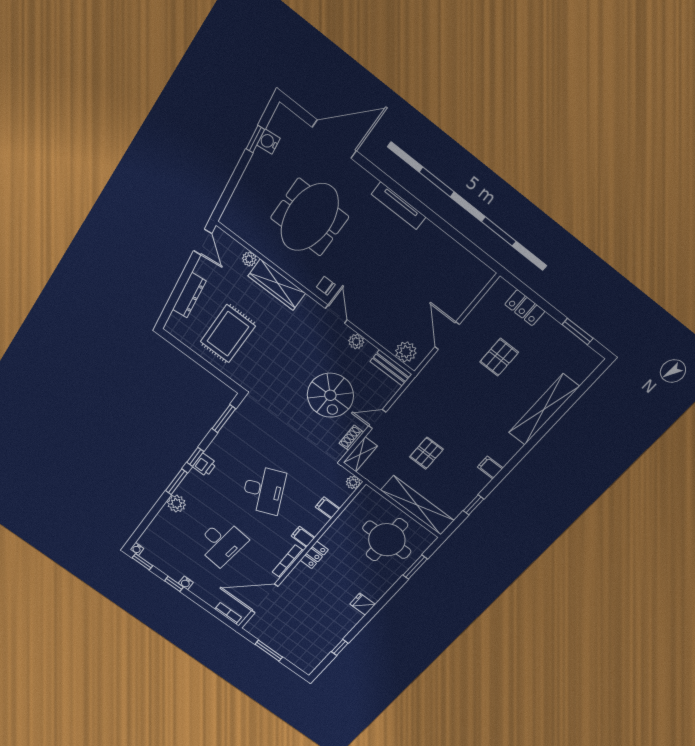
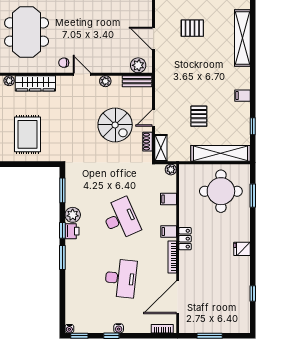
pallet: (499, 357) -> (192, 28), turned 90
plant: (176, 504) -> (73, 215), moved

